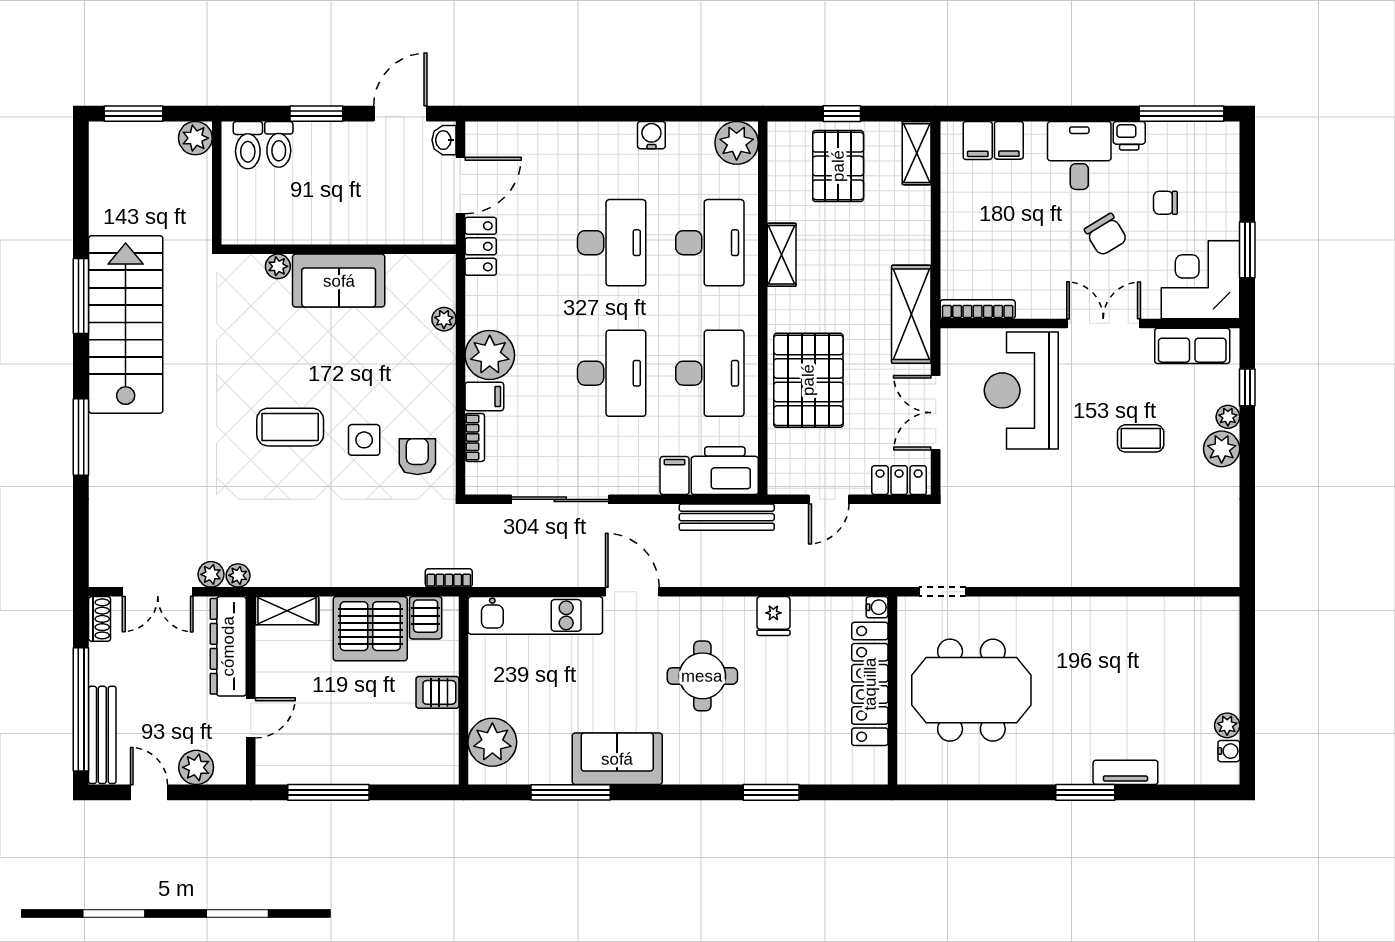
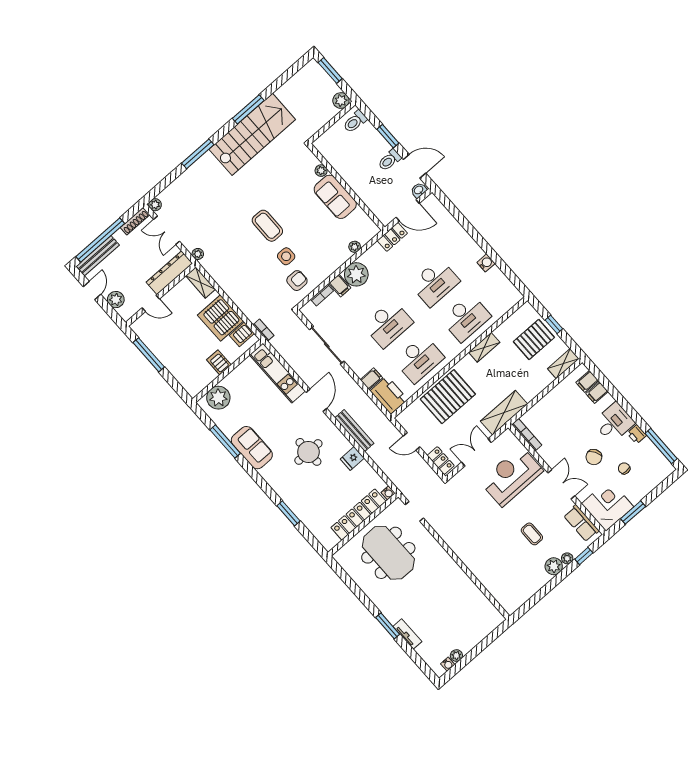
plant: (737, 143) -> (510, 296), removed
toilet: (279, 144) -> (389, 160), moved
bench: (727, 517) -> (354, 430), moved
plant: (211, 574) -> (155, 205), moved
shoe rack: (100, 619) -> (135, 221), width x1.43

